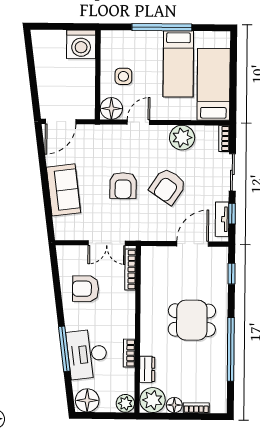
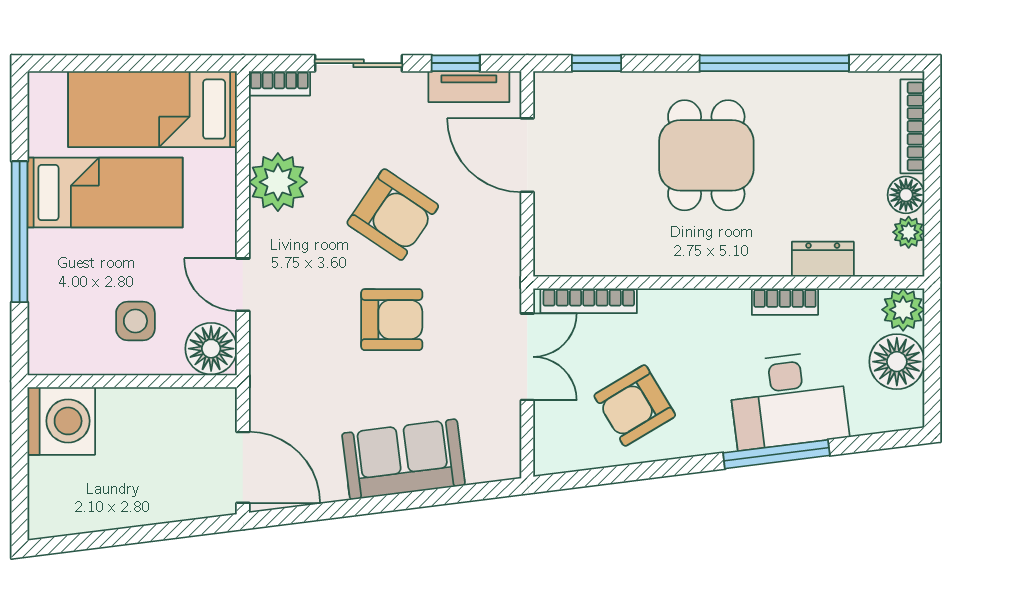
armchair: (86, 289) -> (635, 405), turned 59
floor lamp: (87, 400) -> (897, 362), moved
plant: (153, 400) -> (909, 232), width x0.53, depth x0.53
bookcase: (196, 408) -> (912, 126), width x1.56

